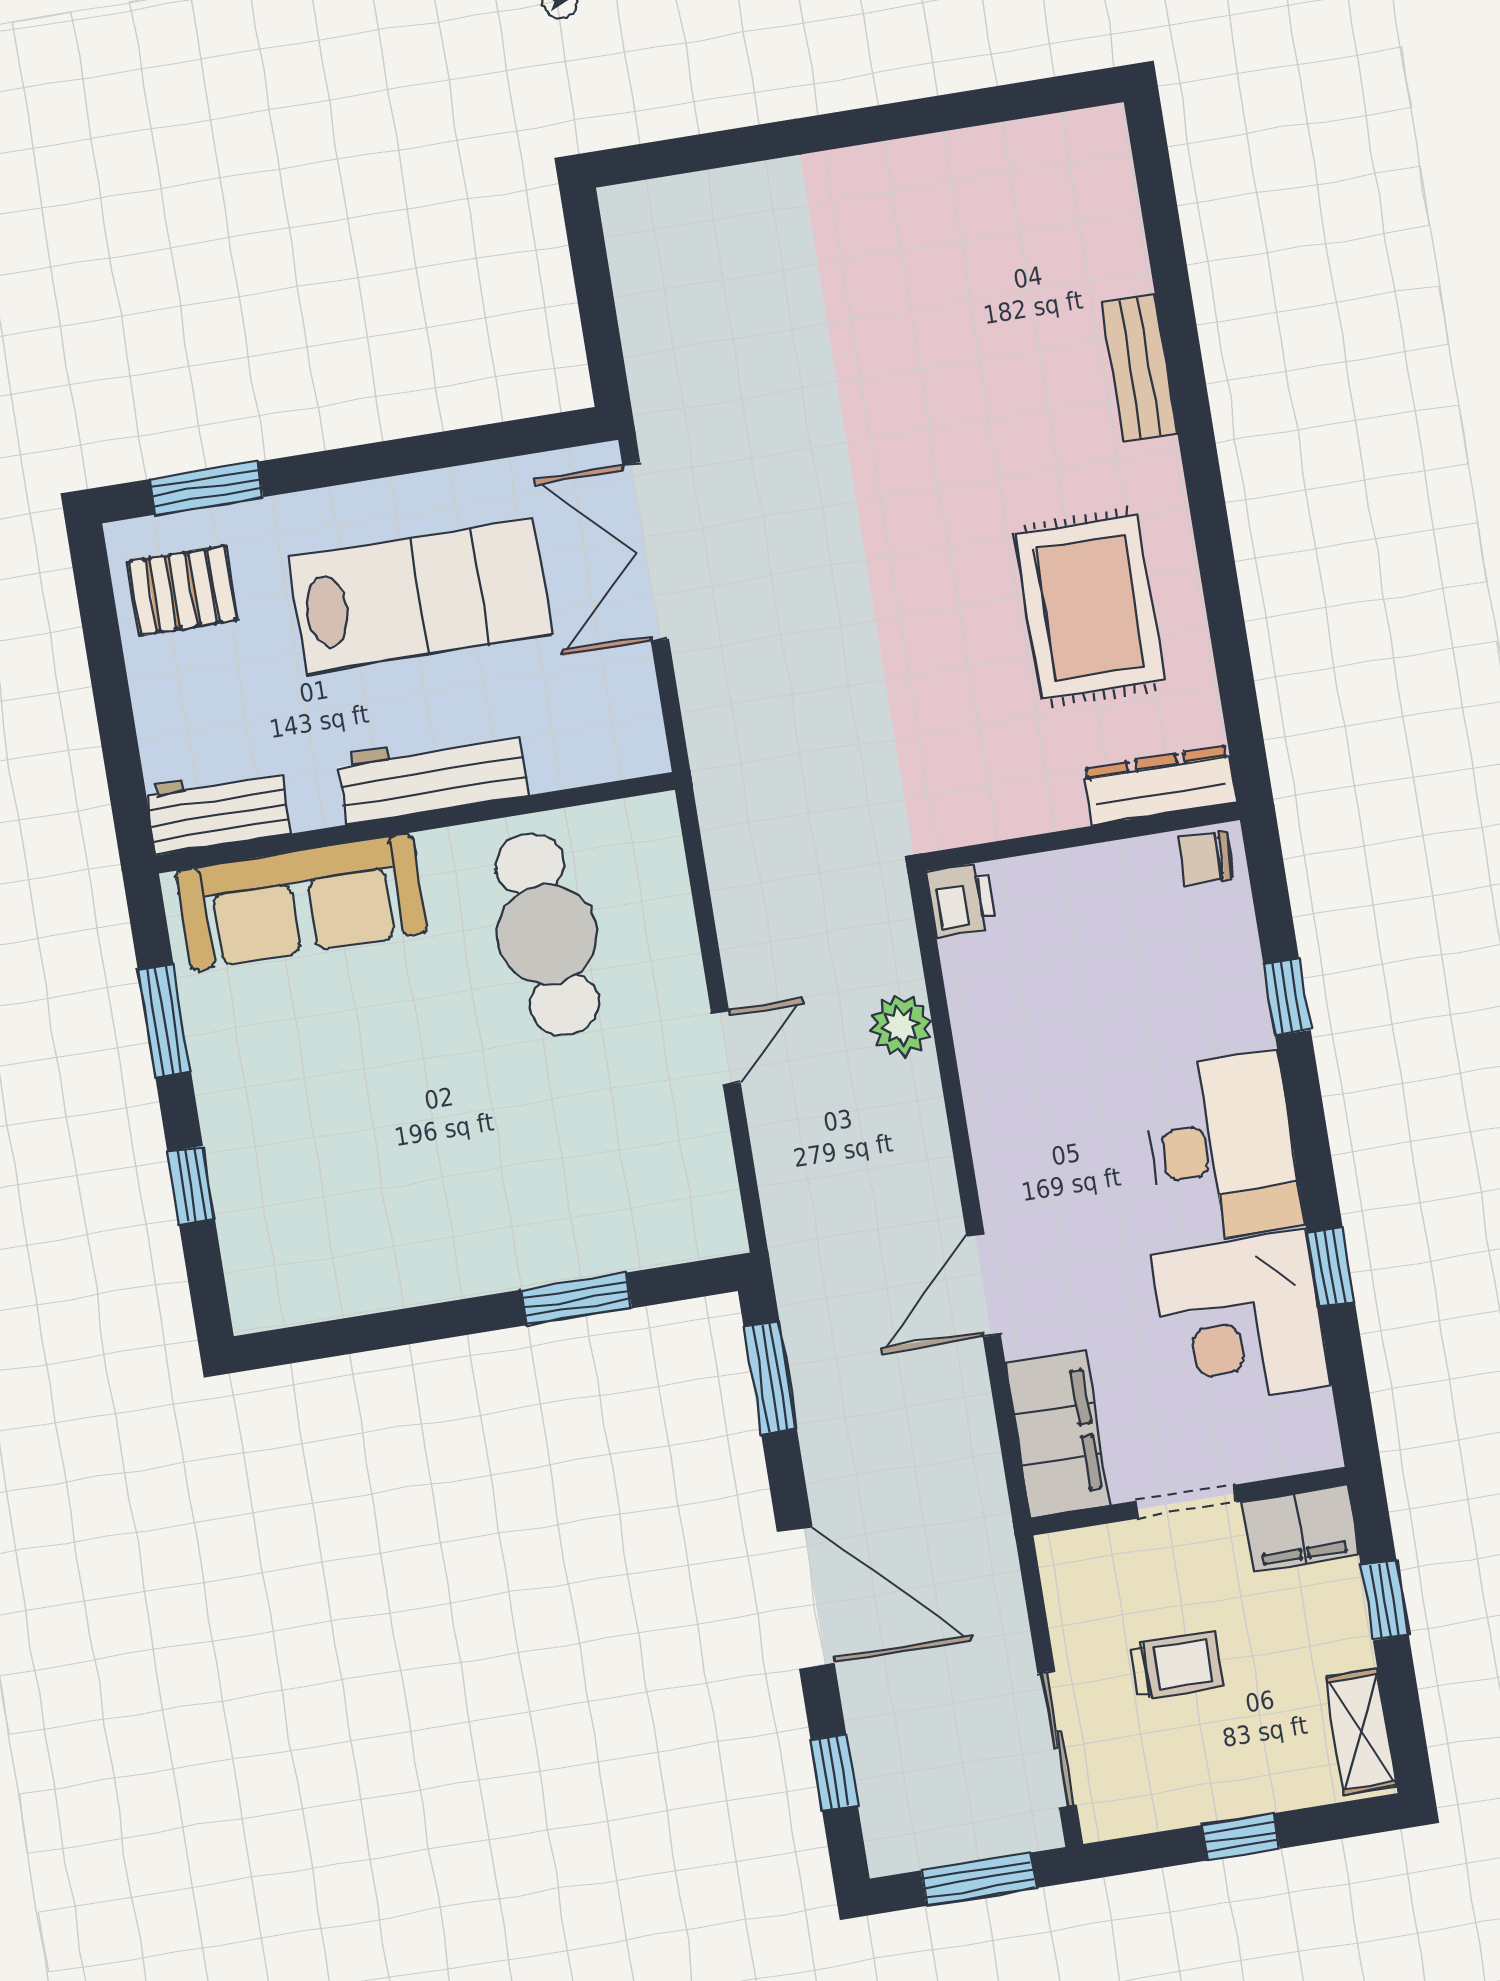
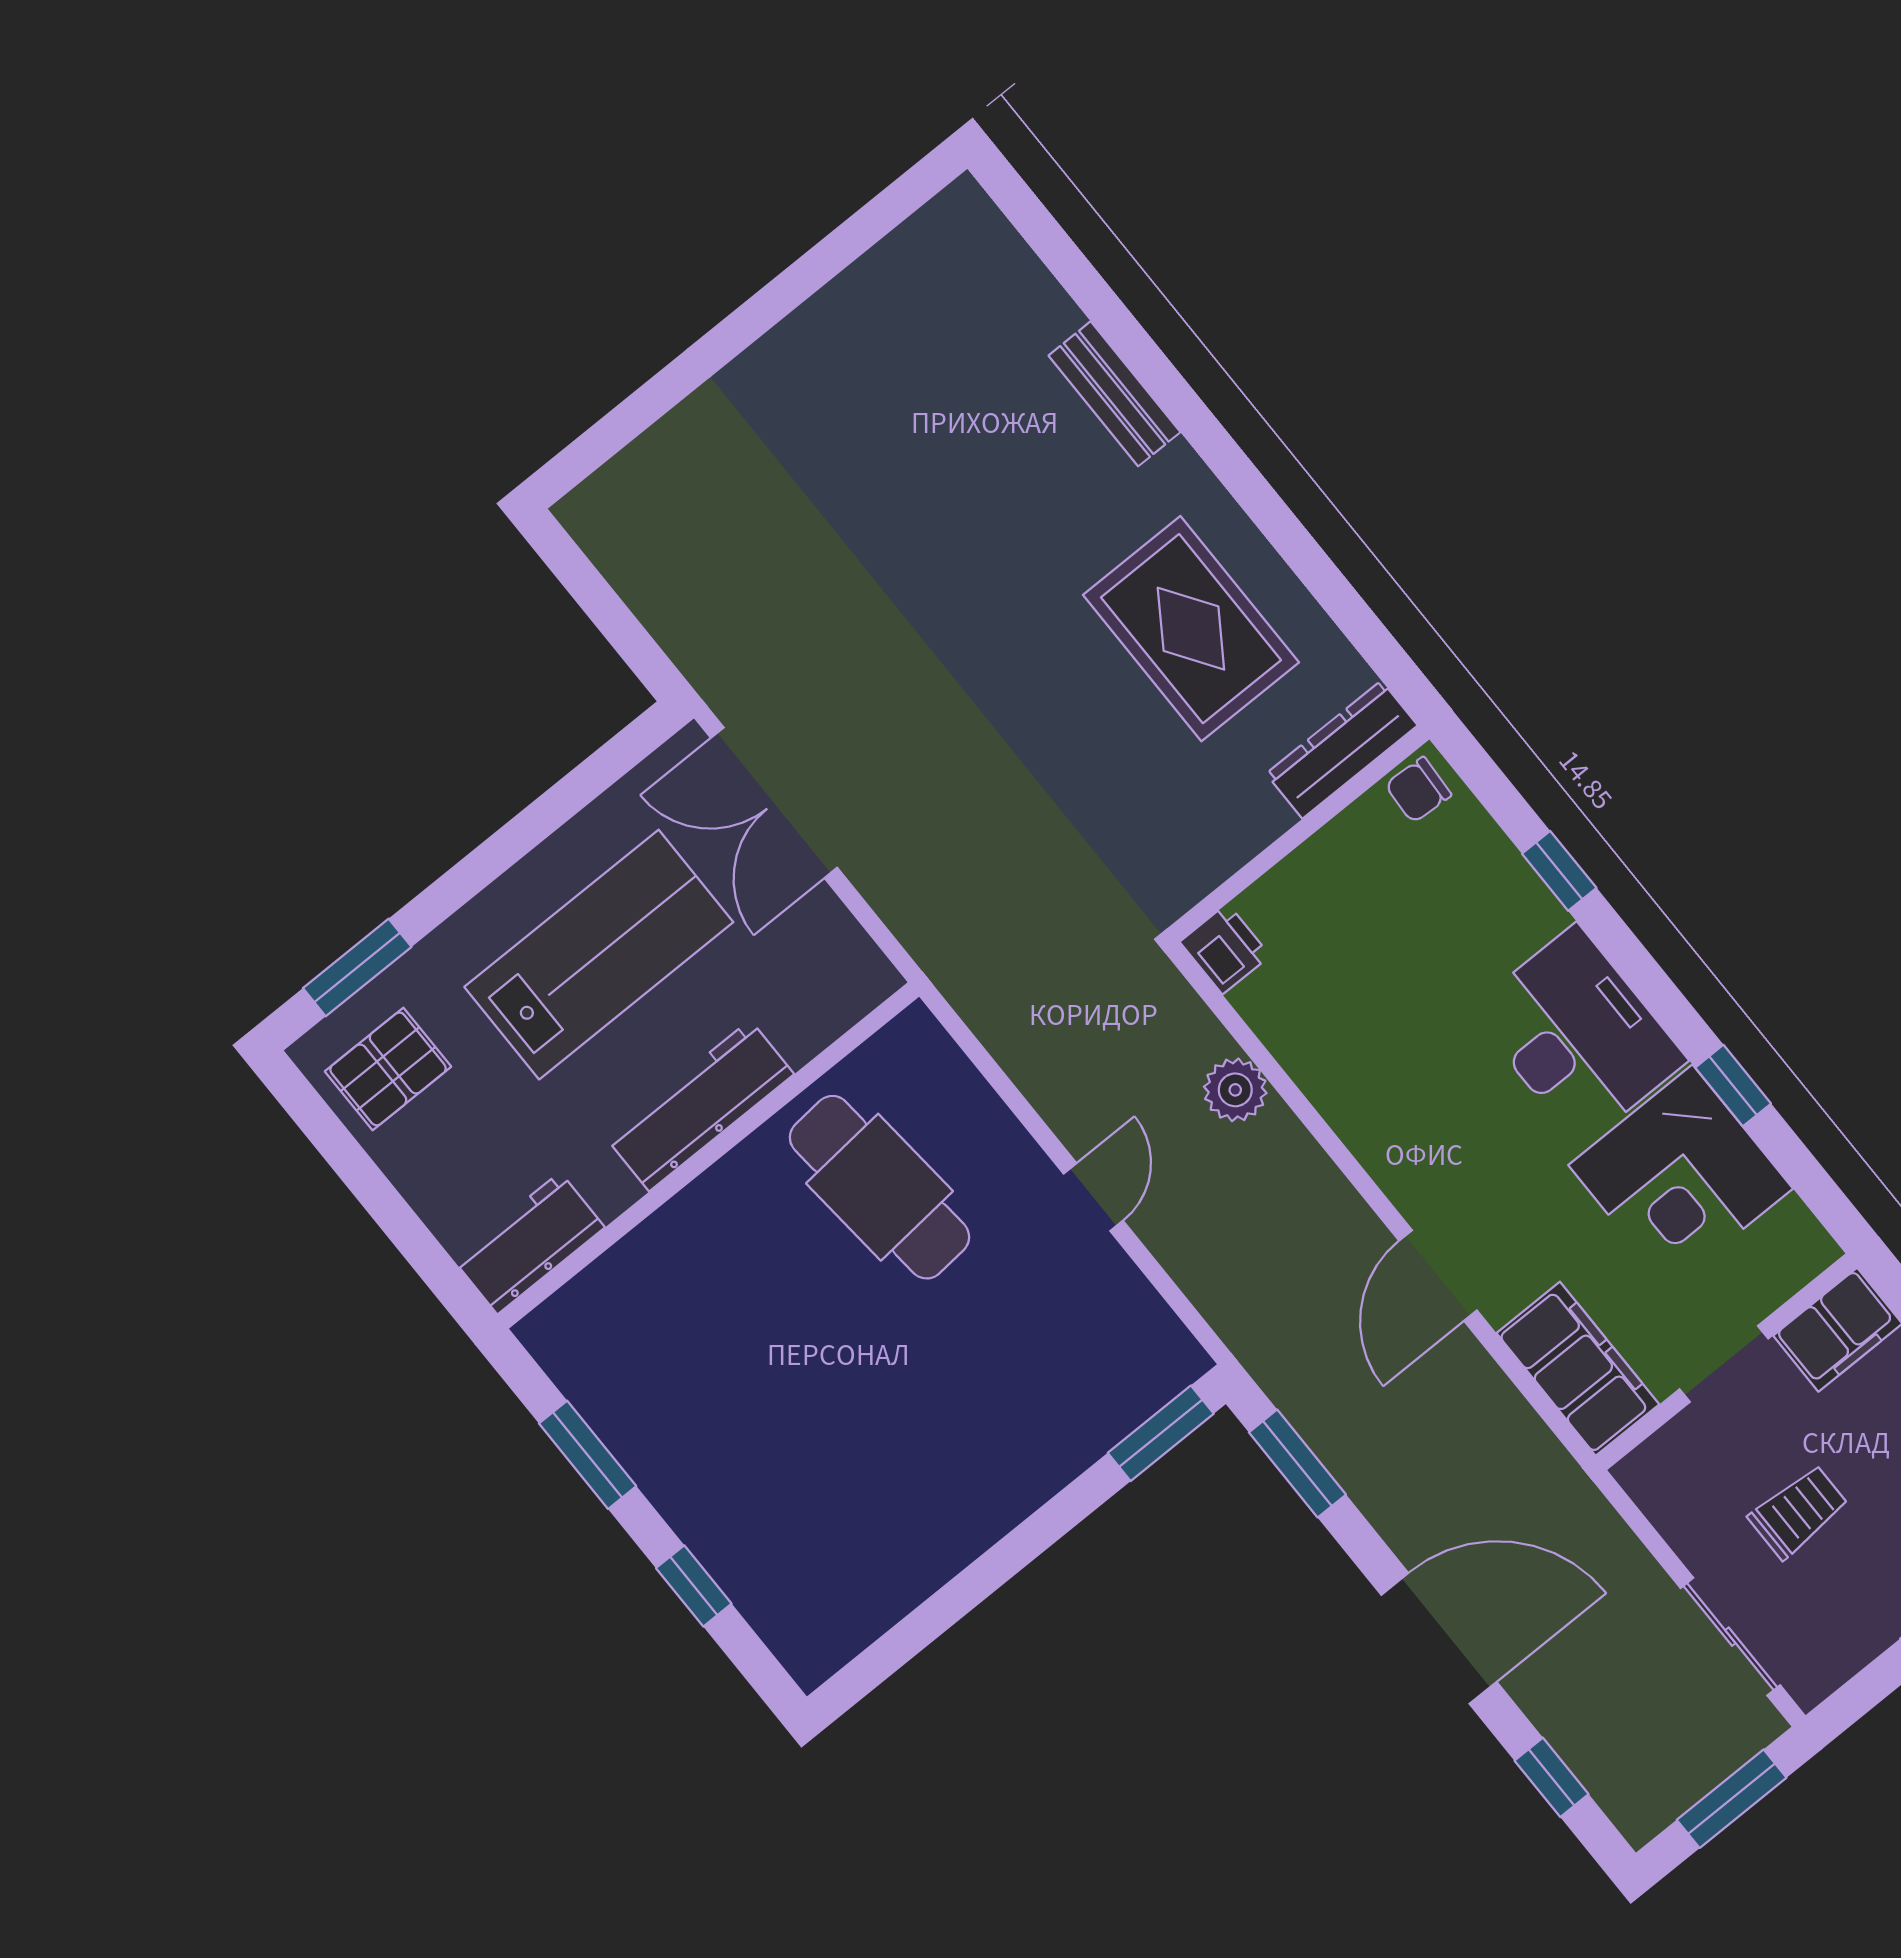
sofa: (301, 902) -> (648, 1282), removed
window: (577, 1299) -> (1161, 1433), moved

